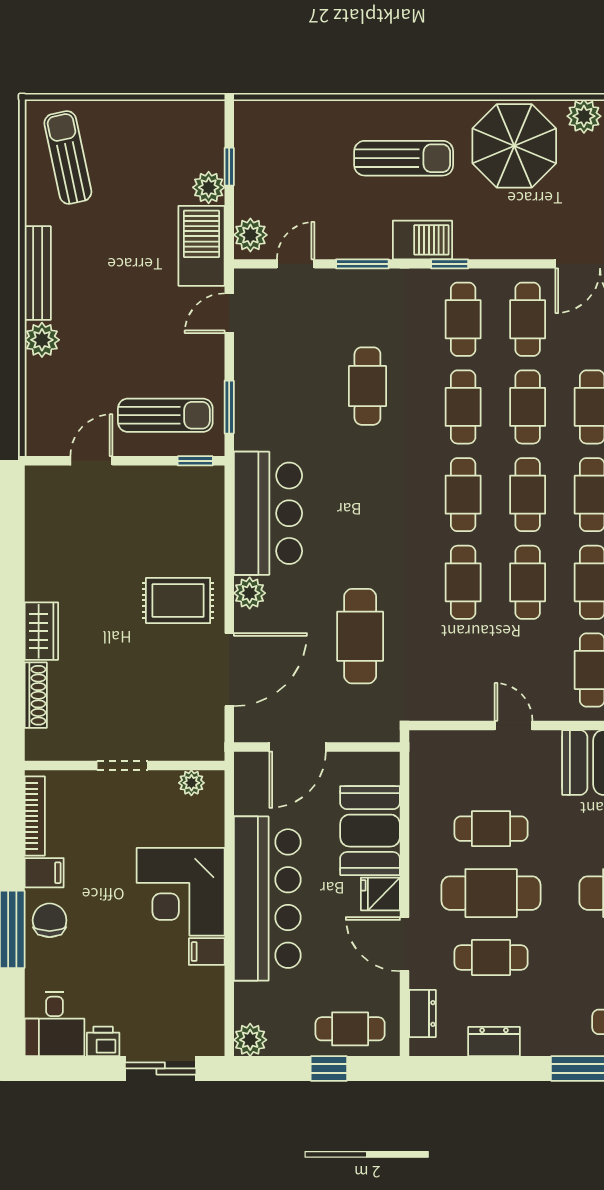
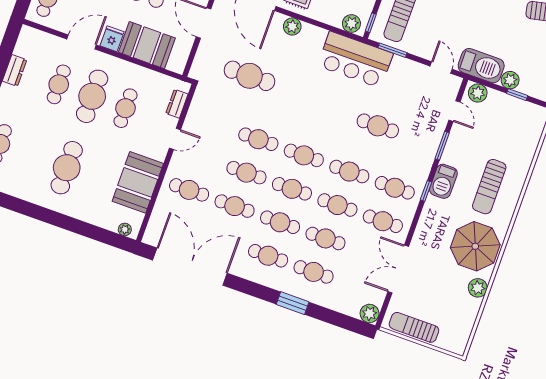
plant: (208, 494) -> (351, 23), added
bar counter: (268, 513) -> (355, 60), moved
dresser: (422, 1014) -> (177, 104), moved, turned 90

